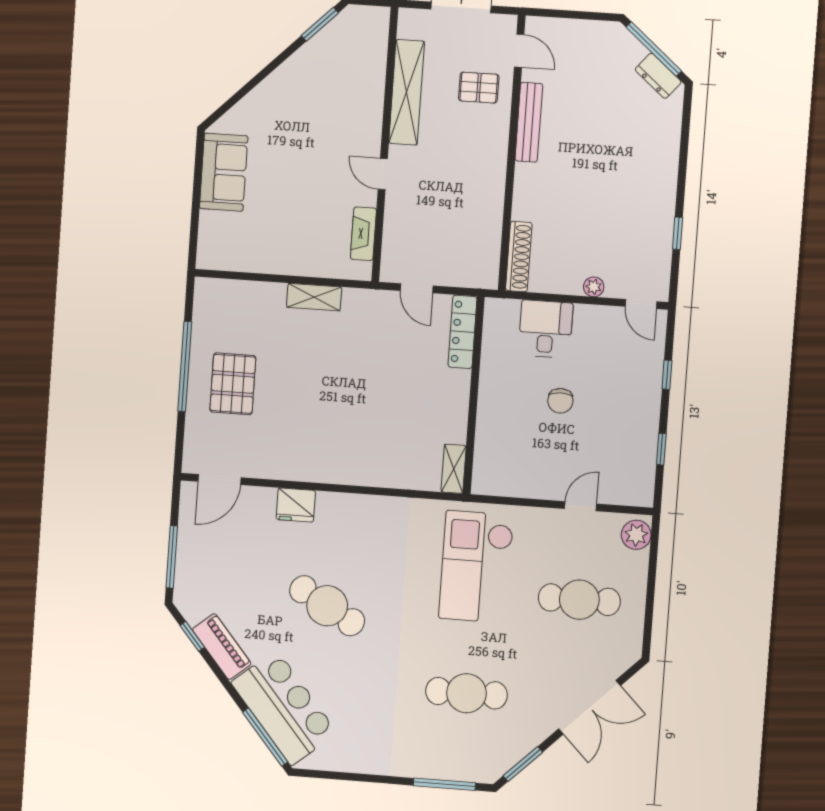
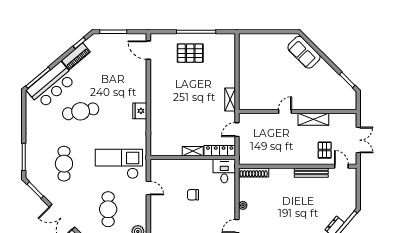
door: (519, 51) -> (341, 166), swing flipped
shelving: (407, 92) -> (313, 119), width x0.68
sofa: (224, 172) -> (304, 52), moved, turned 45
fireplace: (363, 234) -> (259, 105), removed
shelving: (314, 297) -> (230, 100), moved
desk: (546, 329) -> (224, 171), moved, turned -90
shelving: (454, 469) -> (193, 151), moved
fridge: (296, 505) -> (140, 111), moved
door: (581, 506) -> (148, 188), moved
cafe table: (327, 606) -> (81, 111), moved, turned 49

